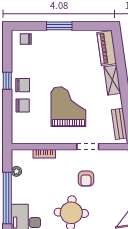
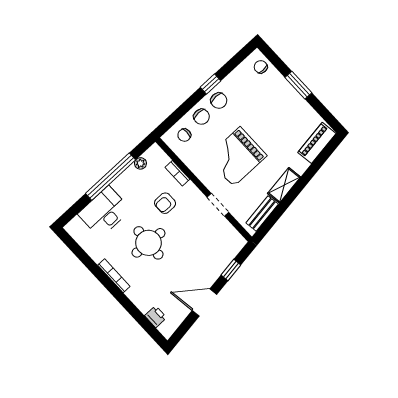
shelving: (112, 80) -> (284, 185), moved
grand piano: (68, 107) -> (237, 157), turned 180
chair: (24, 127) -> (184, 135), added
armchair: (86, 179) -> (165, 203), moved

